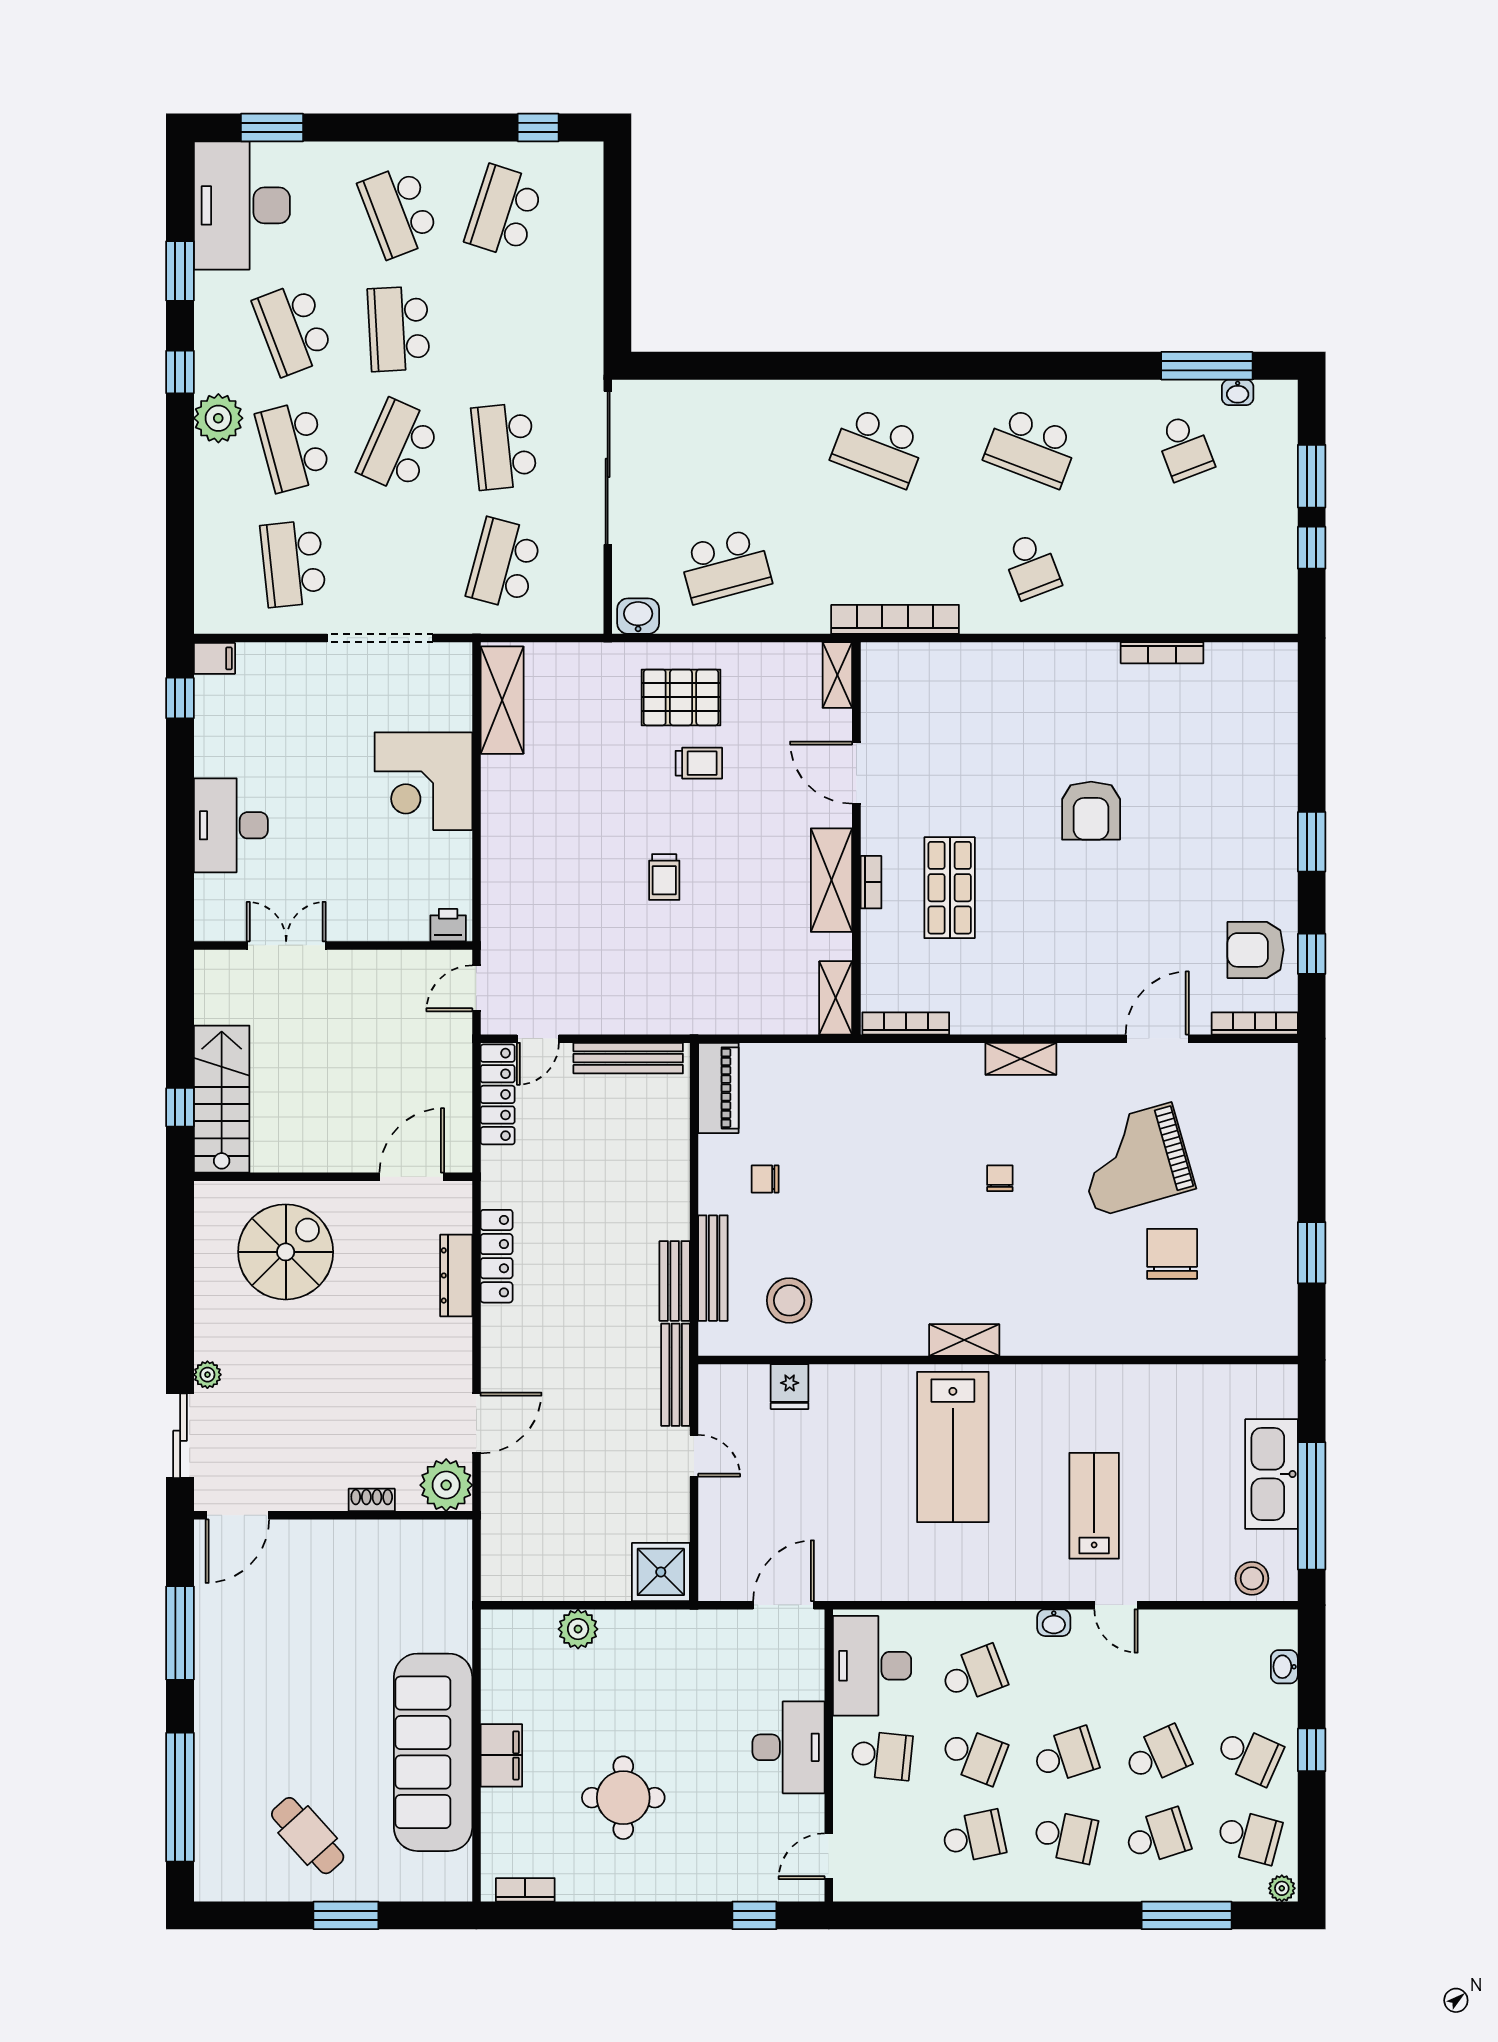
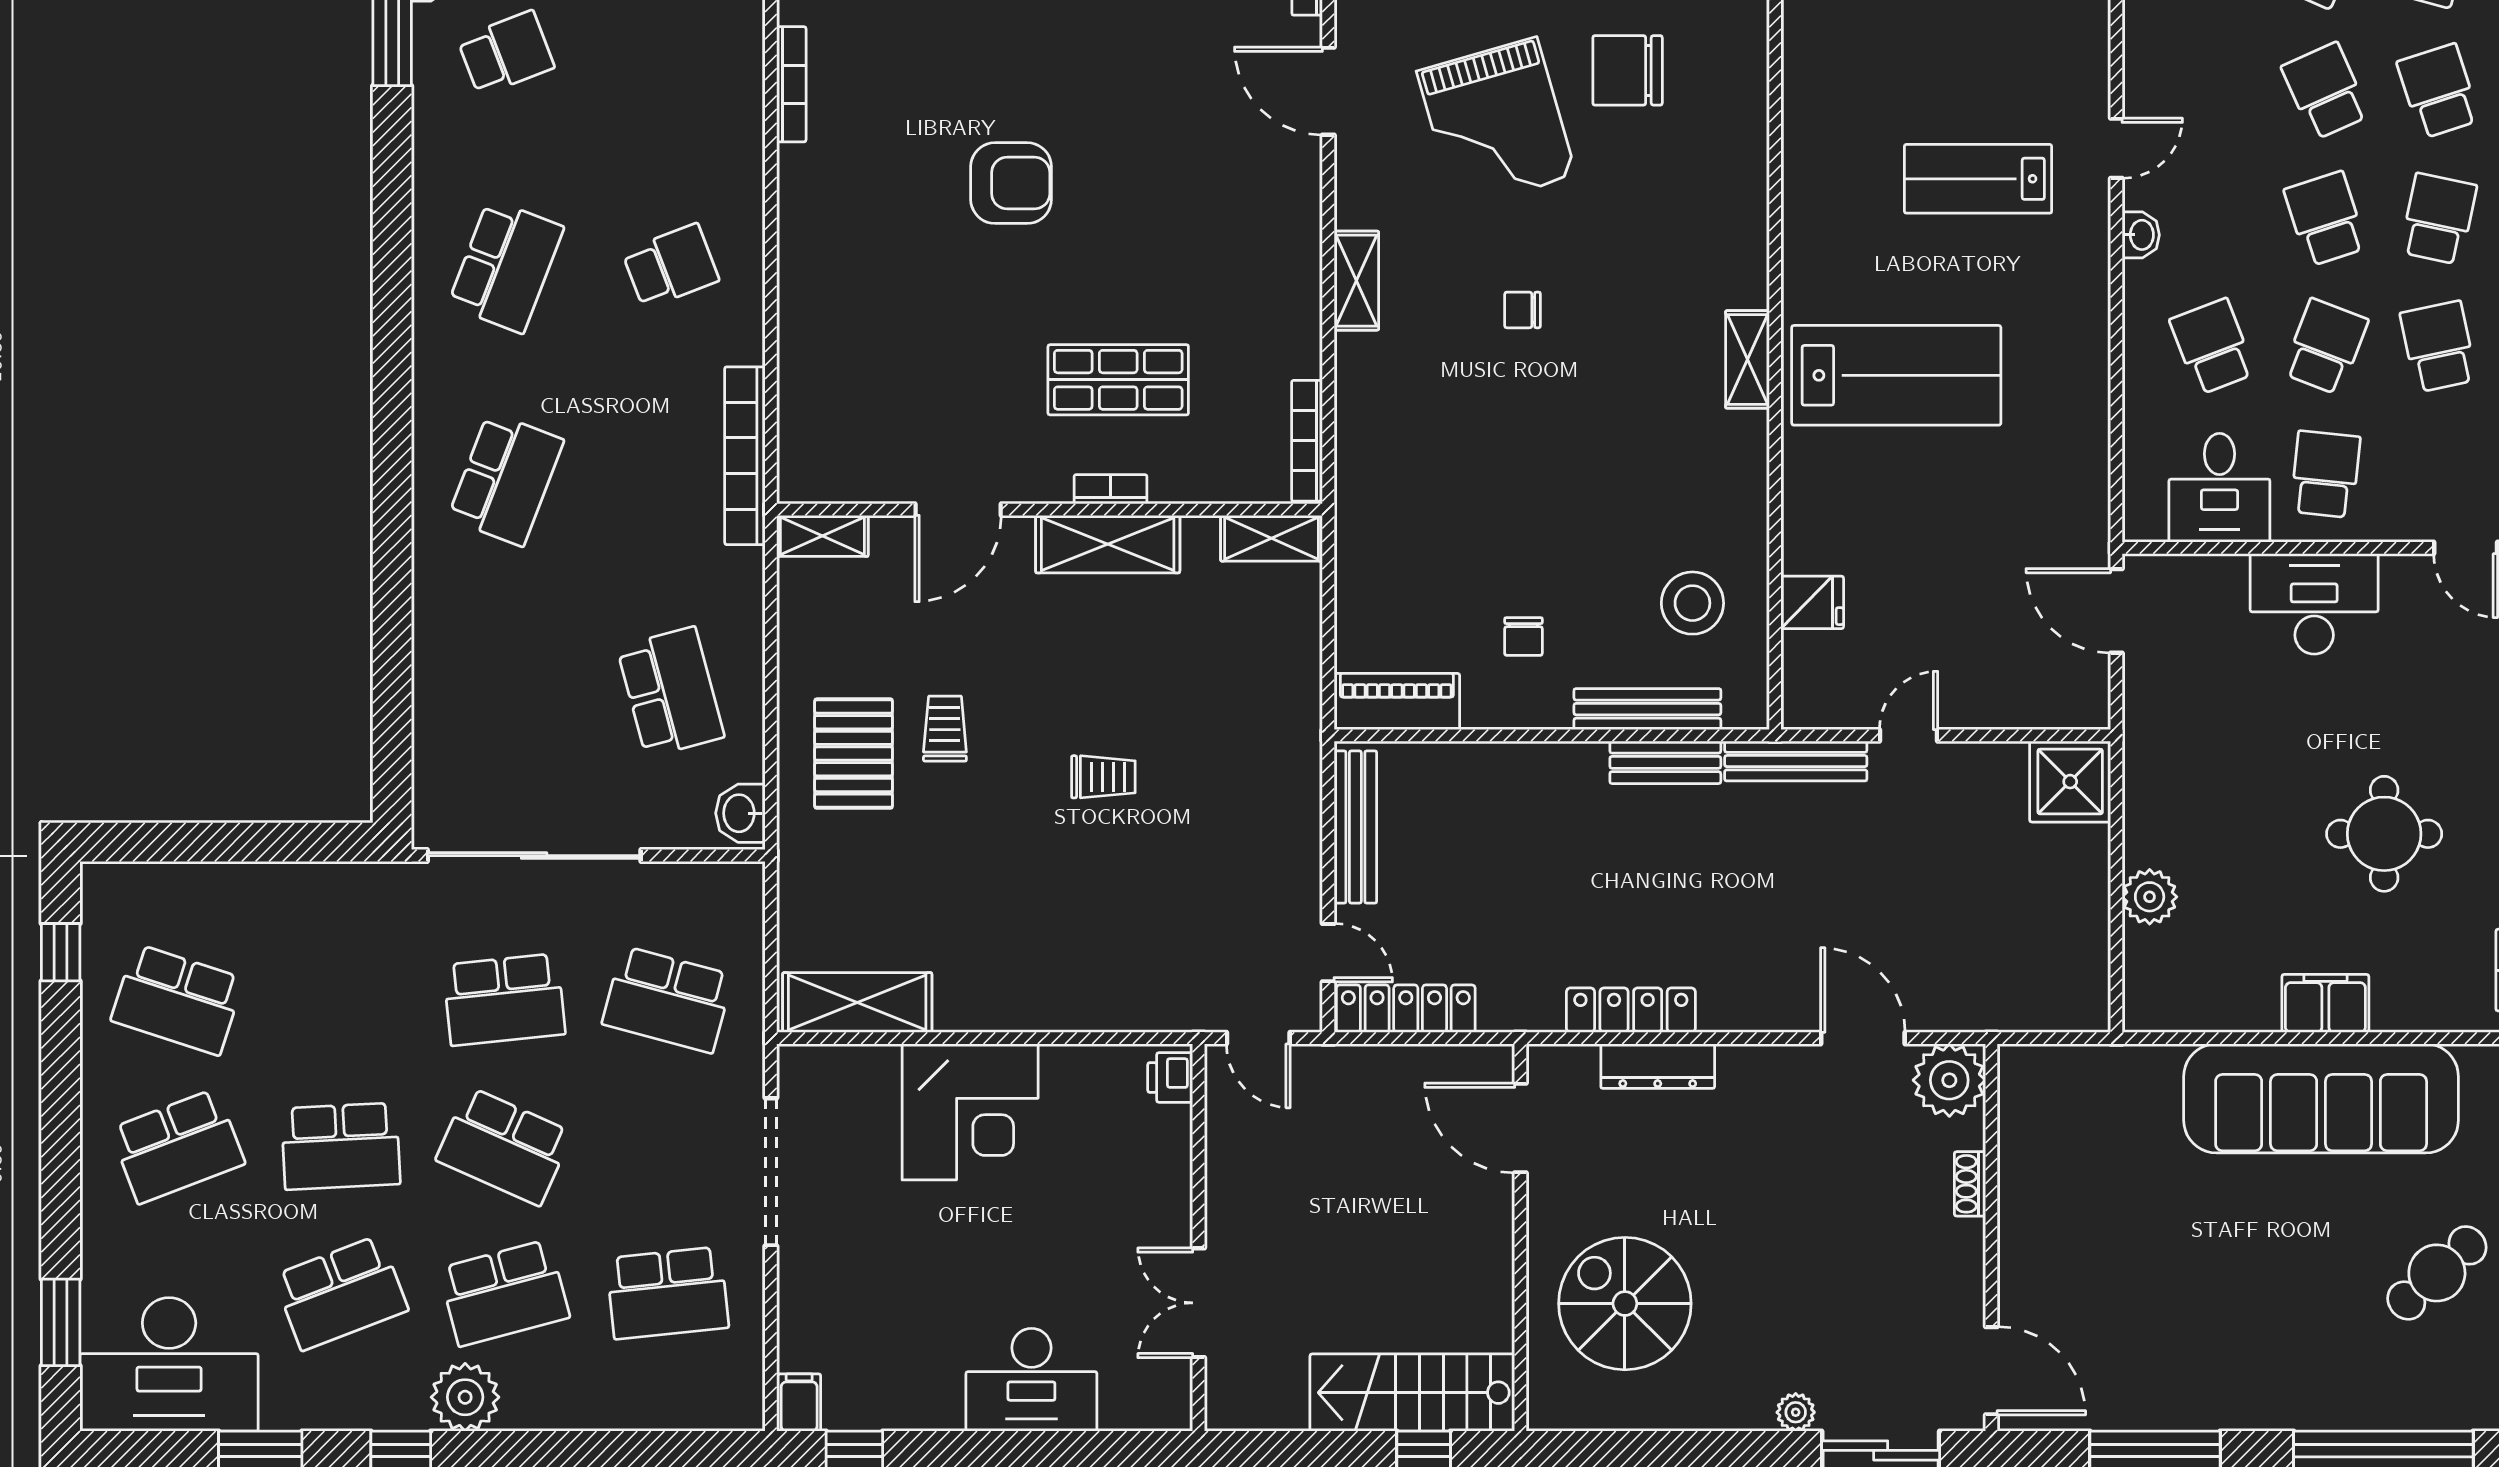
desk: (872, 1666) -> (2219, 488), width x0.73

